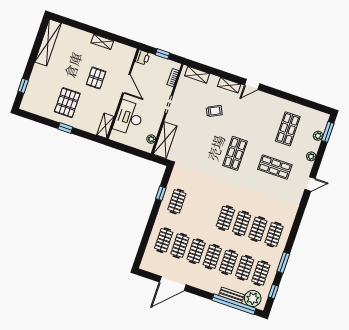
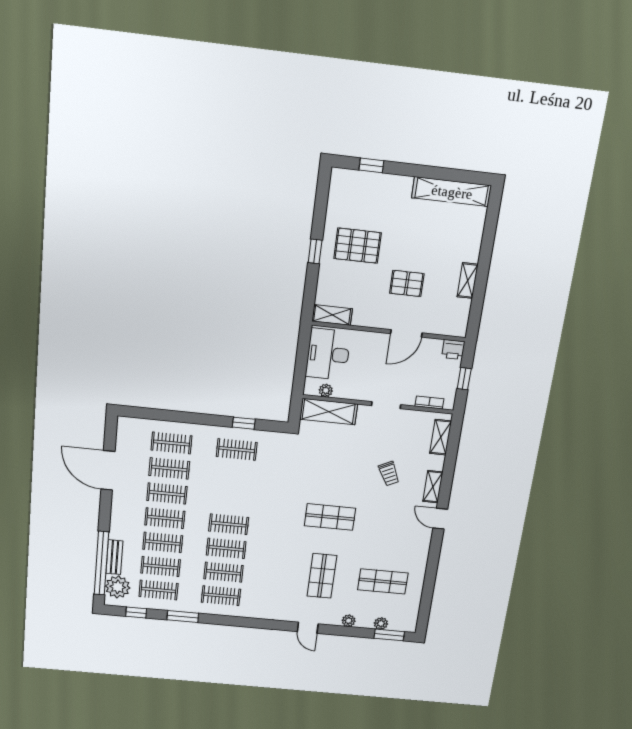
desk: (129, 118) -> (328, 354), moved, turned -90

